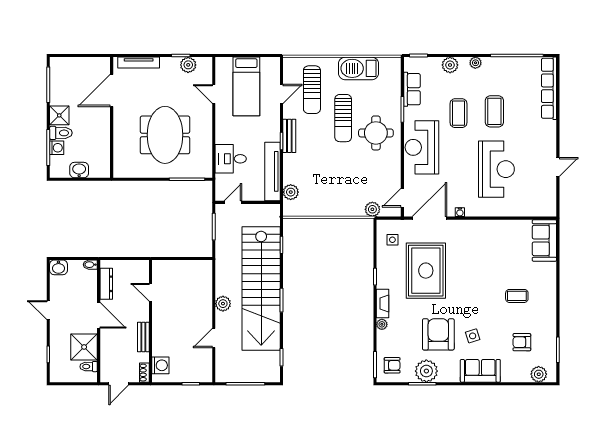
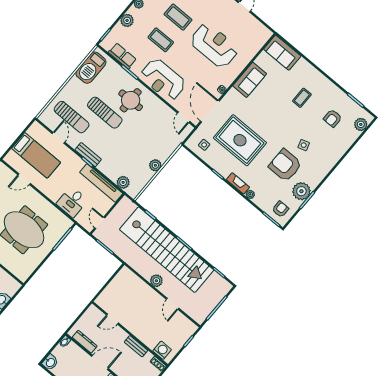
barbecue: (358, 68) -> (91, 68), moved
plant: (372, 209) -> (155, 165), moved
sofa: (480, 371) -> (250, 80), moved, turned 180

